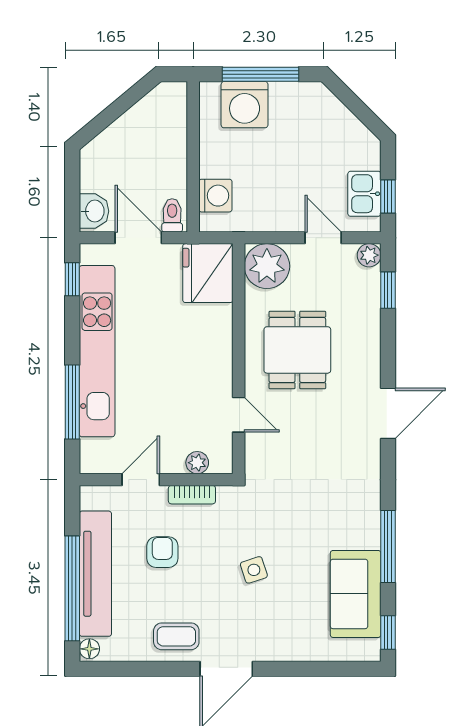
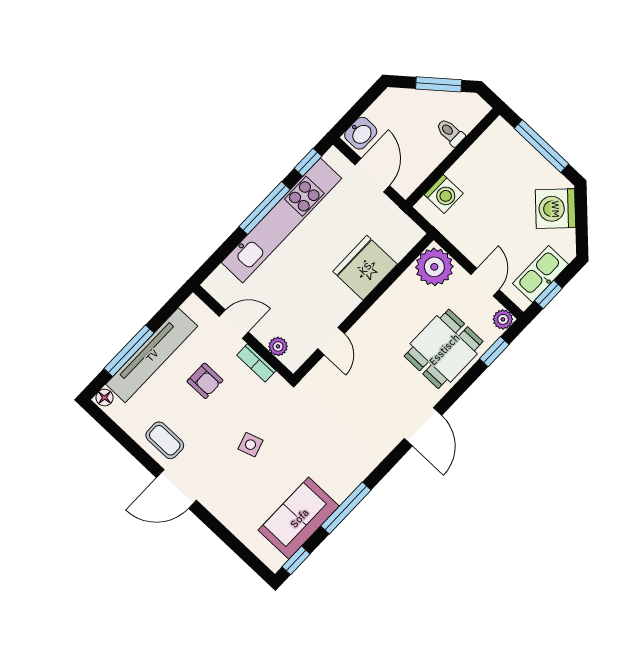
window: (121, 105) -> (439, 84), added
washing machine: (245, 105) -> (556, 209), moved, turned 45
kitchen sink: (364, 194) -> (541, 274), width x1.38
toilet: (172, 215) -> (450, 132), moved, turned -90
fridge: (208, 273) -> (365, 268), moved
dining table: (297, 350) -> (444, 349), moved
window: (72, 402) -> (265, 208), moved
door: (388, 413) -> (423, 427), hinge flipped
armchair: (162, 552) -> (205, 381), turned 90
window: (72, 588) -> (129, 351), width x0.68

